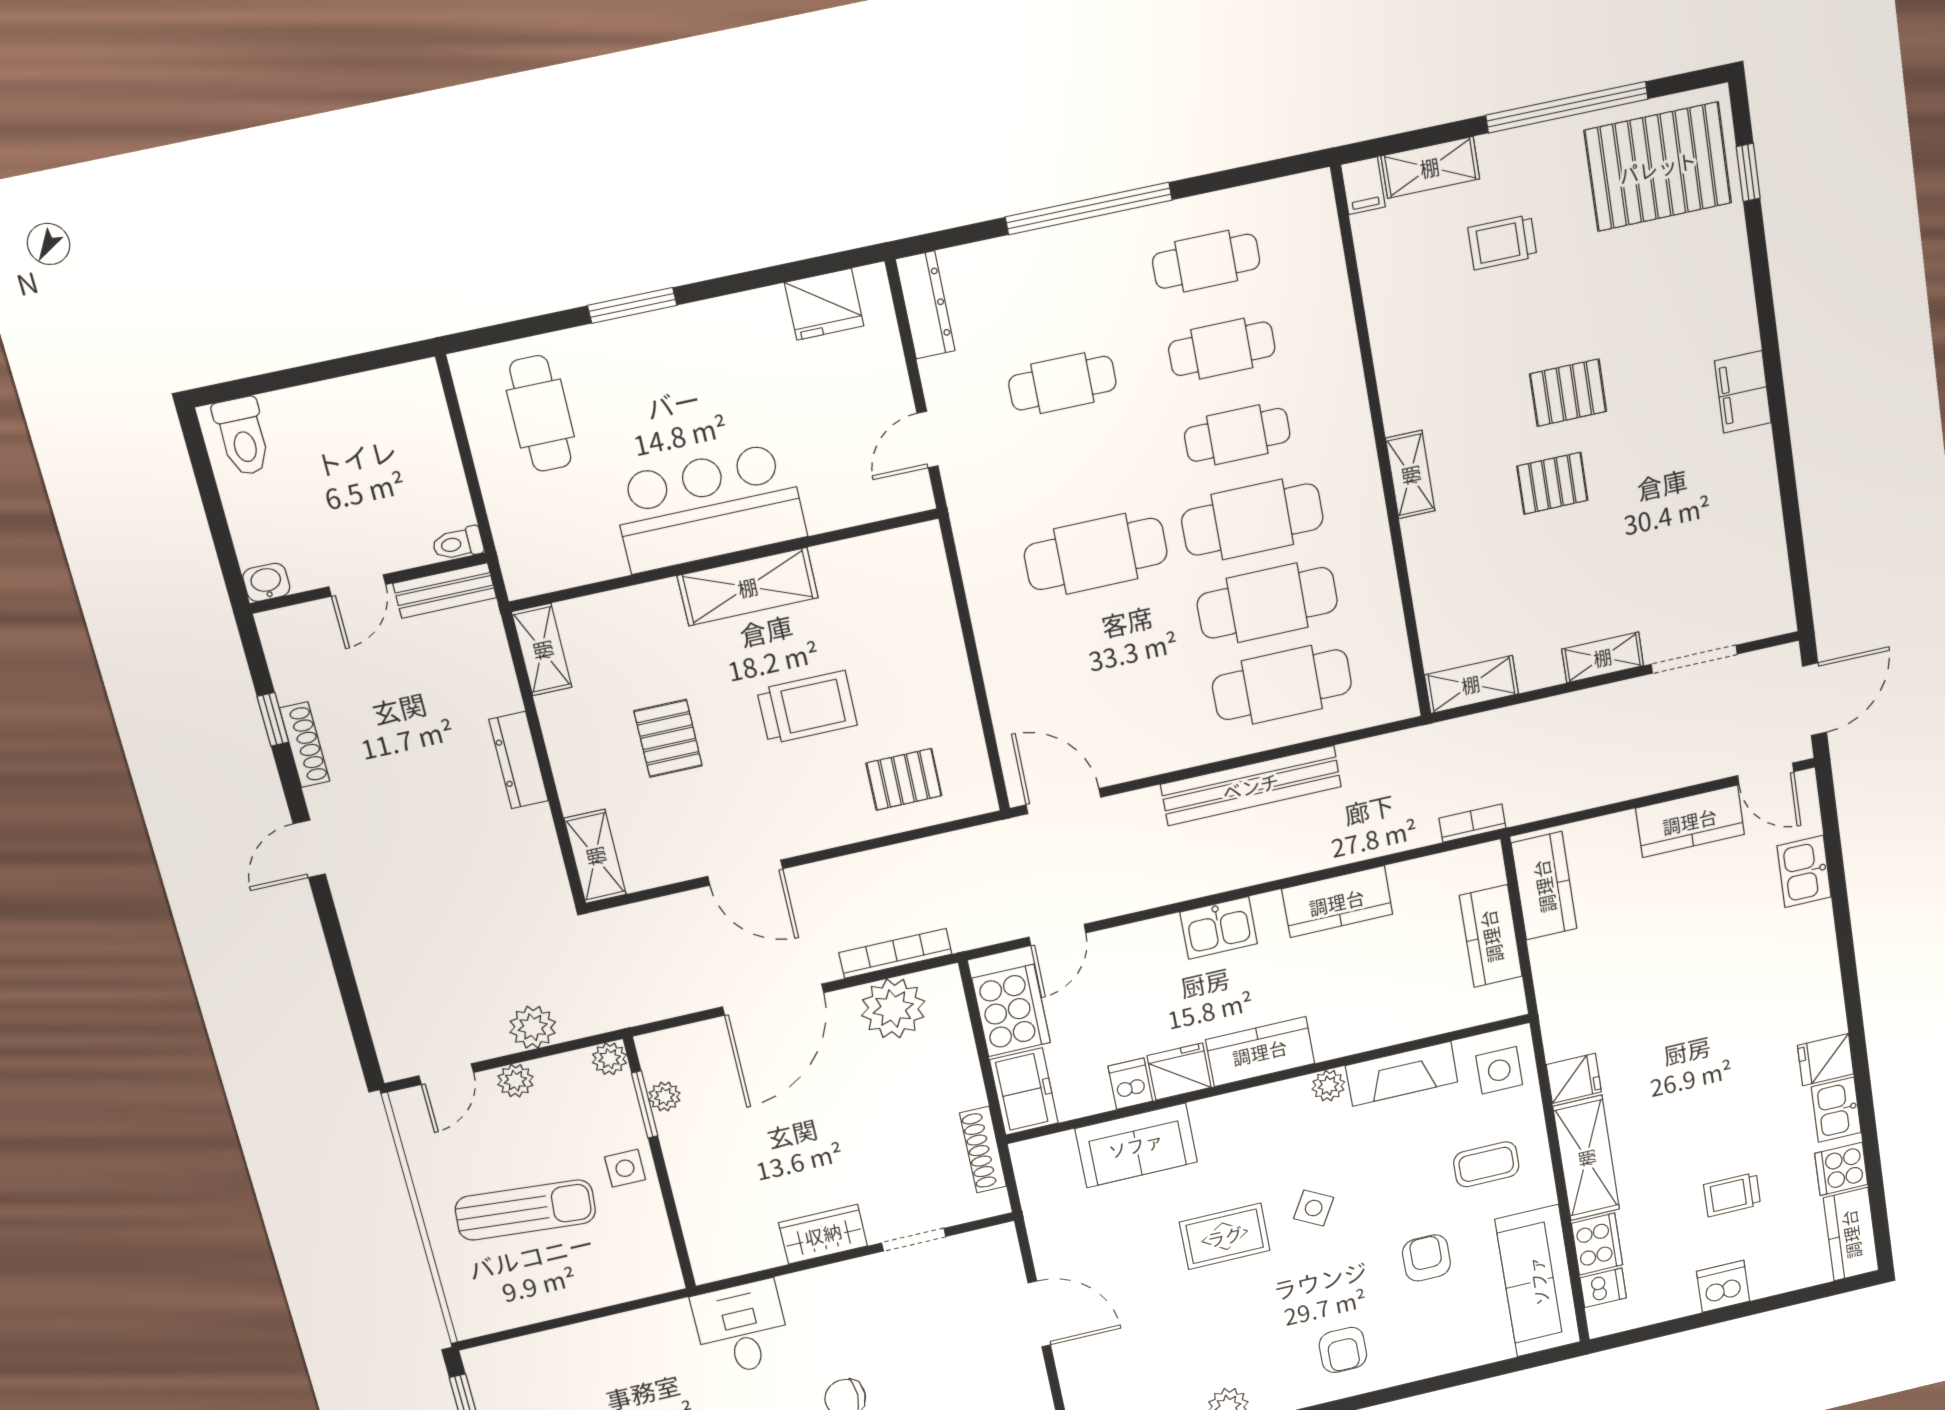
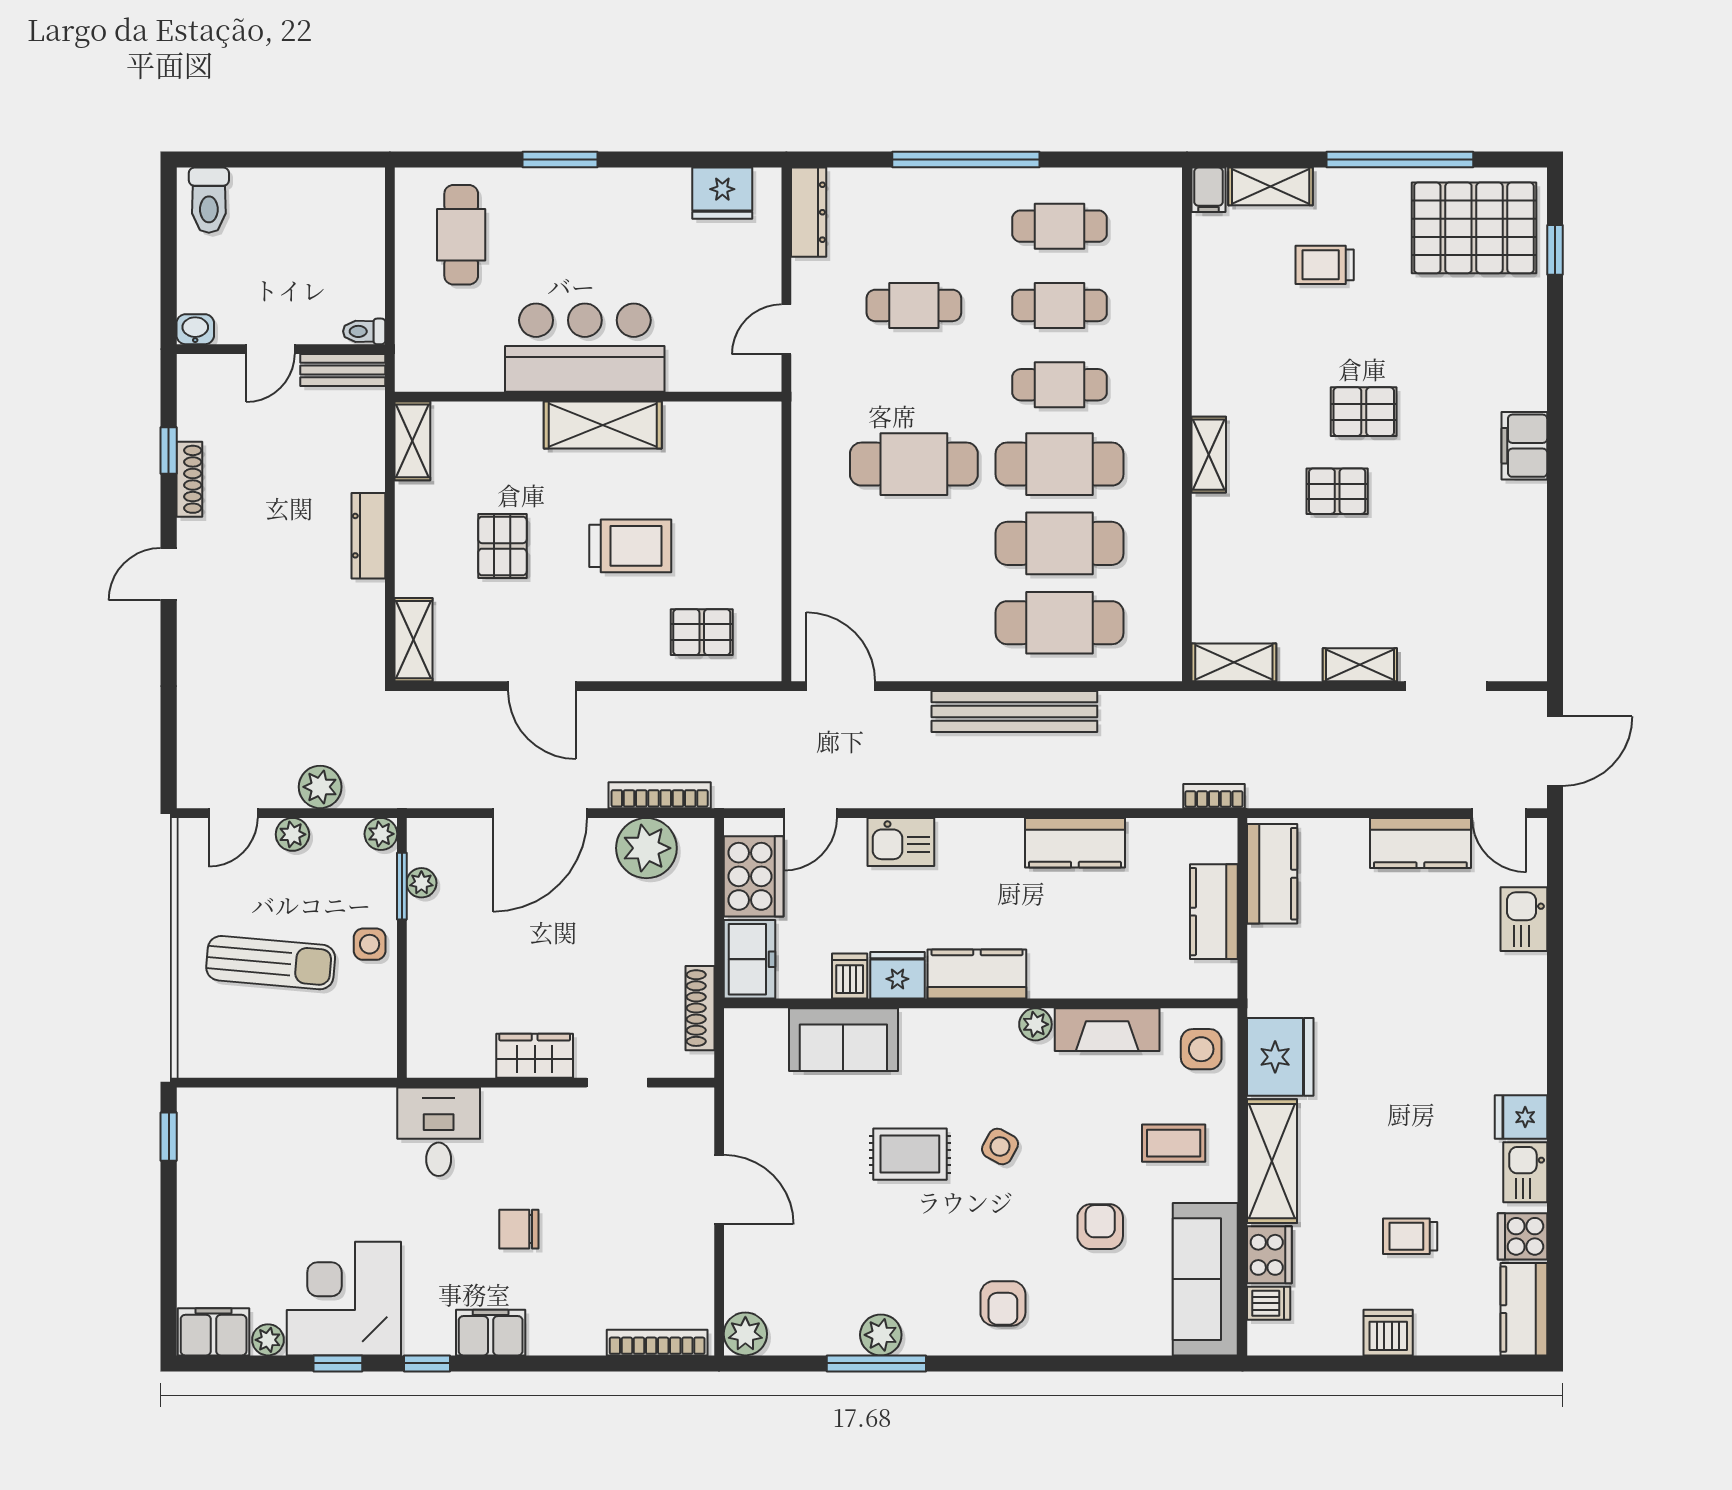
kitchen sink: (1219, 928) -> (901, 842), moved
fridge: (1574, 1078) -> (1280, 1057), width x1.88, depth x1.34

